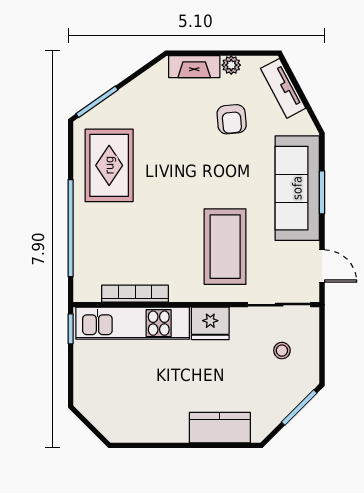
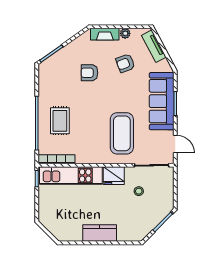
armchair: (232, 119) -> (125, 63), turned 75
armchair: (166, 136) -> (89, 73), added
rug: (109, 165) -> (60, 121), moved, width x0.73, depth x0.70
bookcase: (135, 294) -> (56, 159), moved
stool: (282, 351) -> (139, 191), moved
kitchen counter: (220, 428) -> (100, 233), moved

